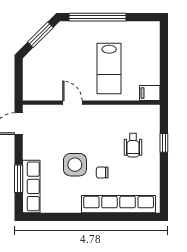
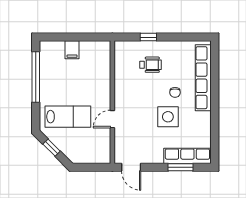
window: (98, 17) -> (36, 77), moved
window: (40, 35) -> (52, 148), width x0.67
lab bench: (109, 69) -> (68, 117), moved
filing cabinet: (150, 93) -> (72, 50), moved

